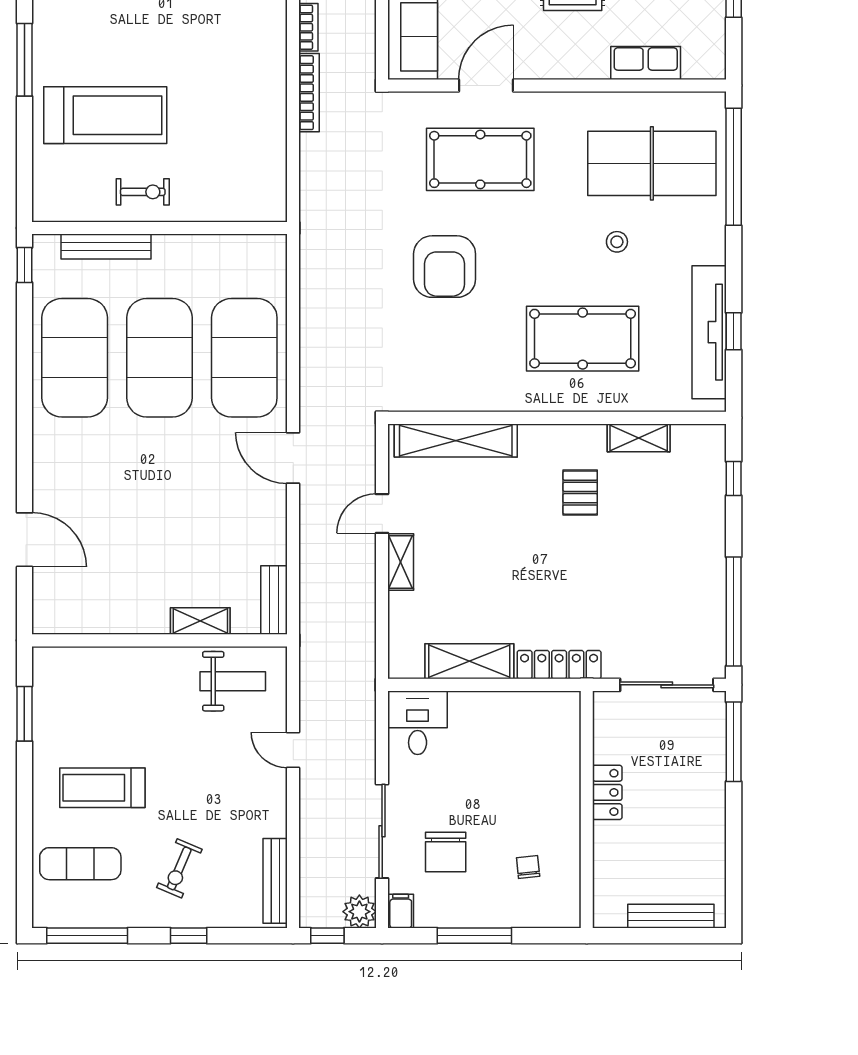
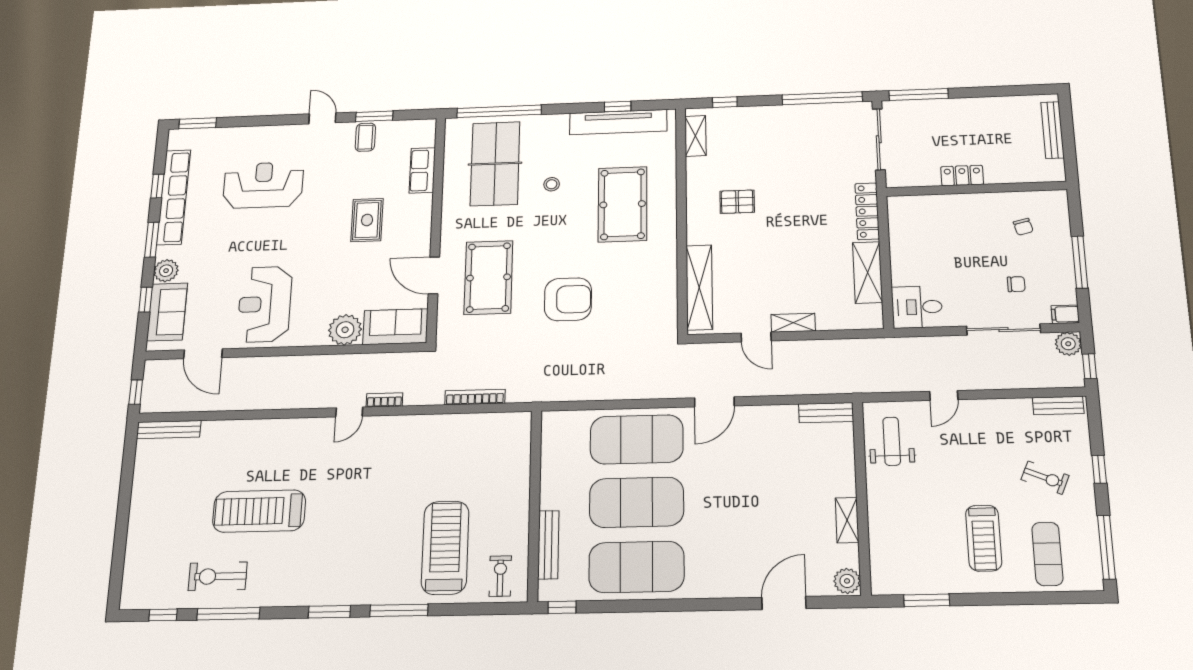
bookcase: (309, 93) -> (475, 397), moved
exercise bike: (143, 192) -> (500, 576), moved
shelving: (639, 438) -> (695, 136), moved
plant: (51, 618) -> (847, 581), added
shelving: (200, 621) -> (847, 520), moved
chair: (446, 852) -> (1016, 284), width x0.54, depth x0.54
chair: (528, 867) -> (1023, 227), turned -98
bench: (275, 881) -> (1058, 405), width x0.73

